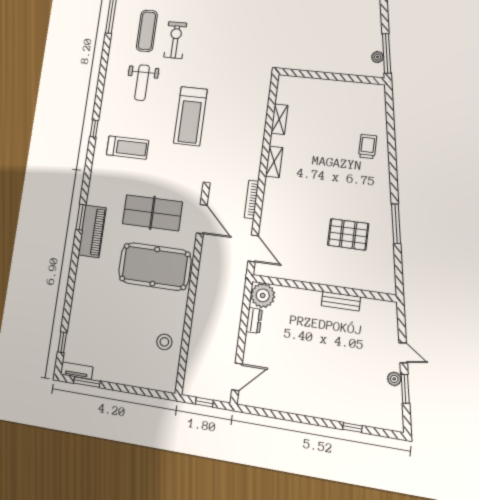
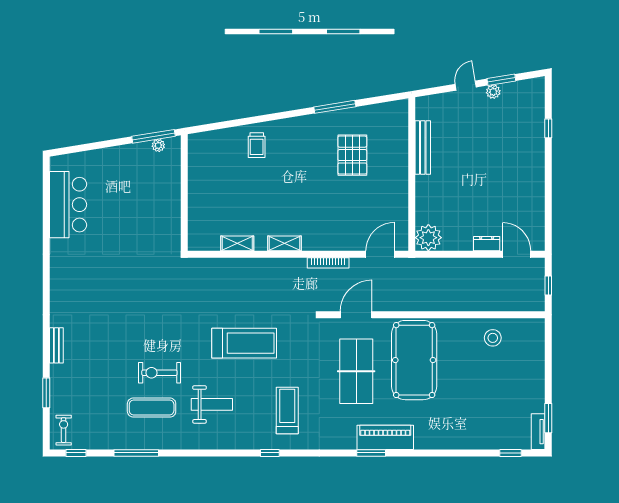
trolley: (368, 146) -> (257, 145), turned -90
bench: (341, 301) -> (423, 148), width x1.36
dresser: (254, 320) -> (487, 244), moved

